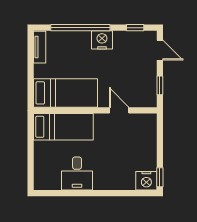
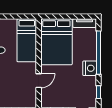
bed: (65, 93) -> (56, 42), width x1.50

